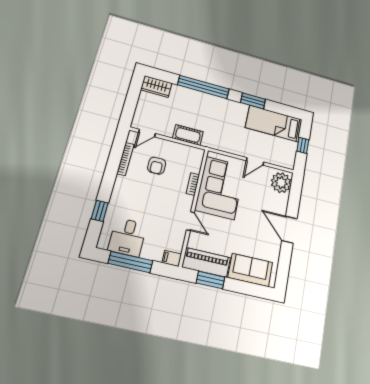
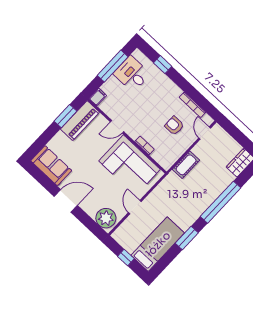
sofa: (250, 270) -> (51, 166), moved, turned -90

